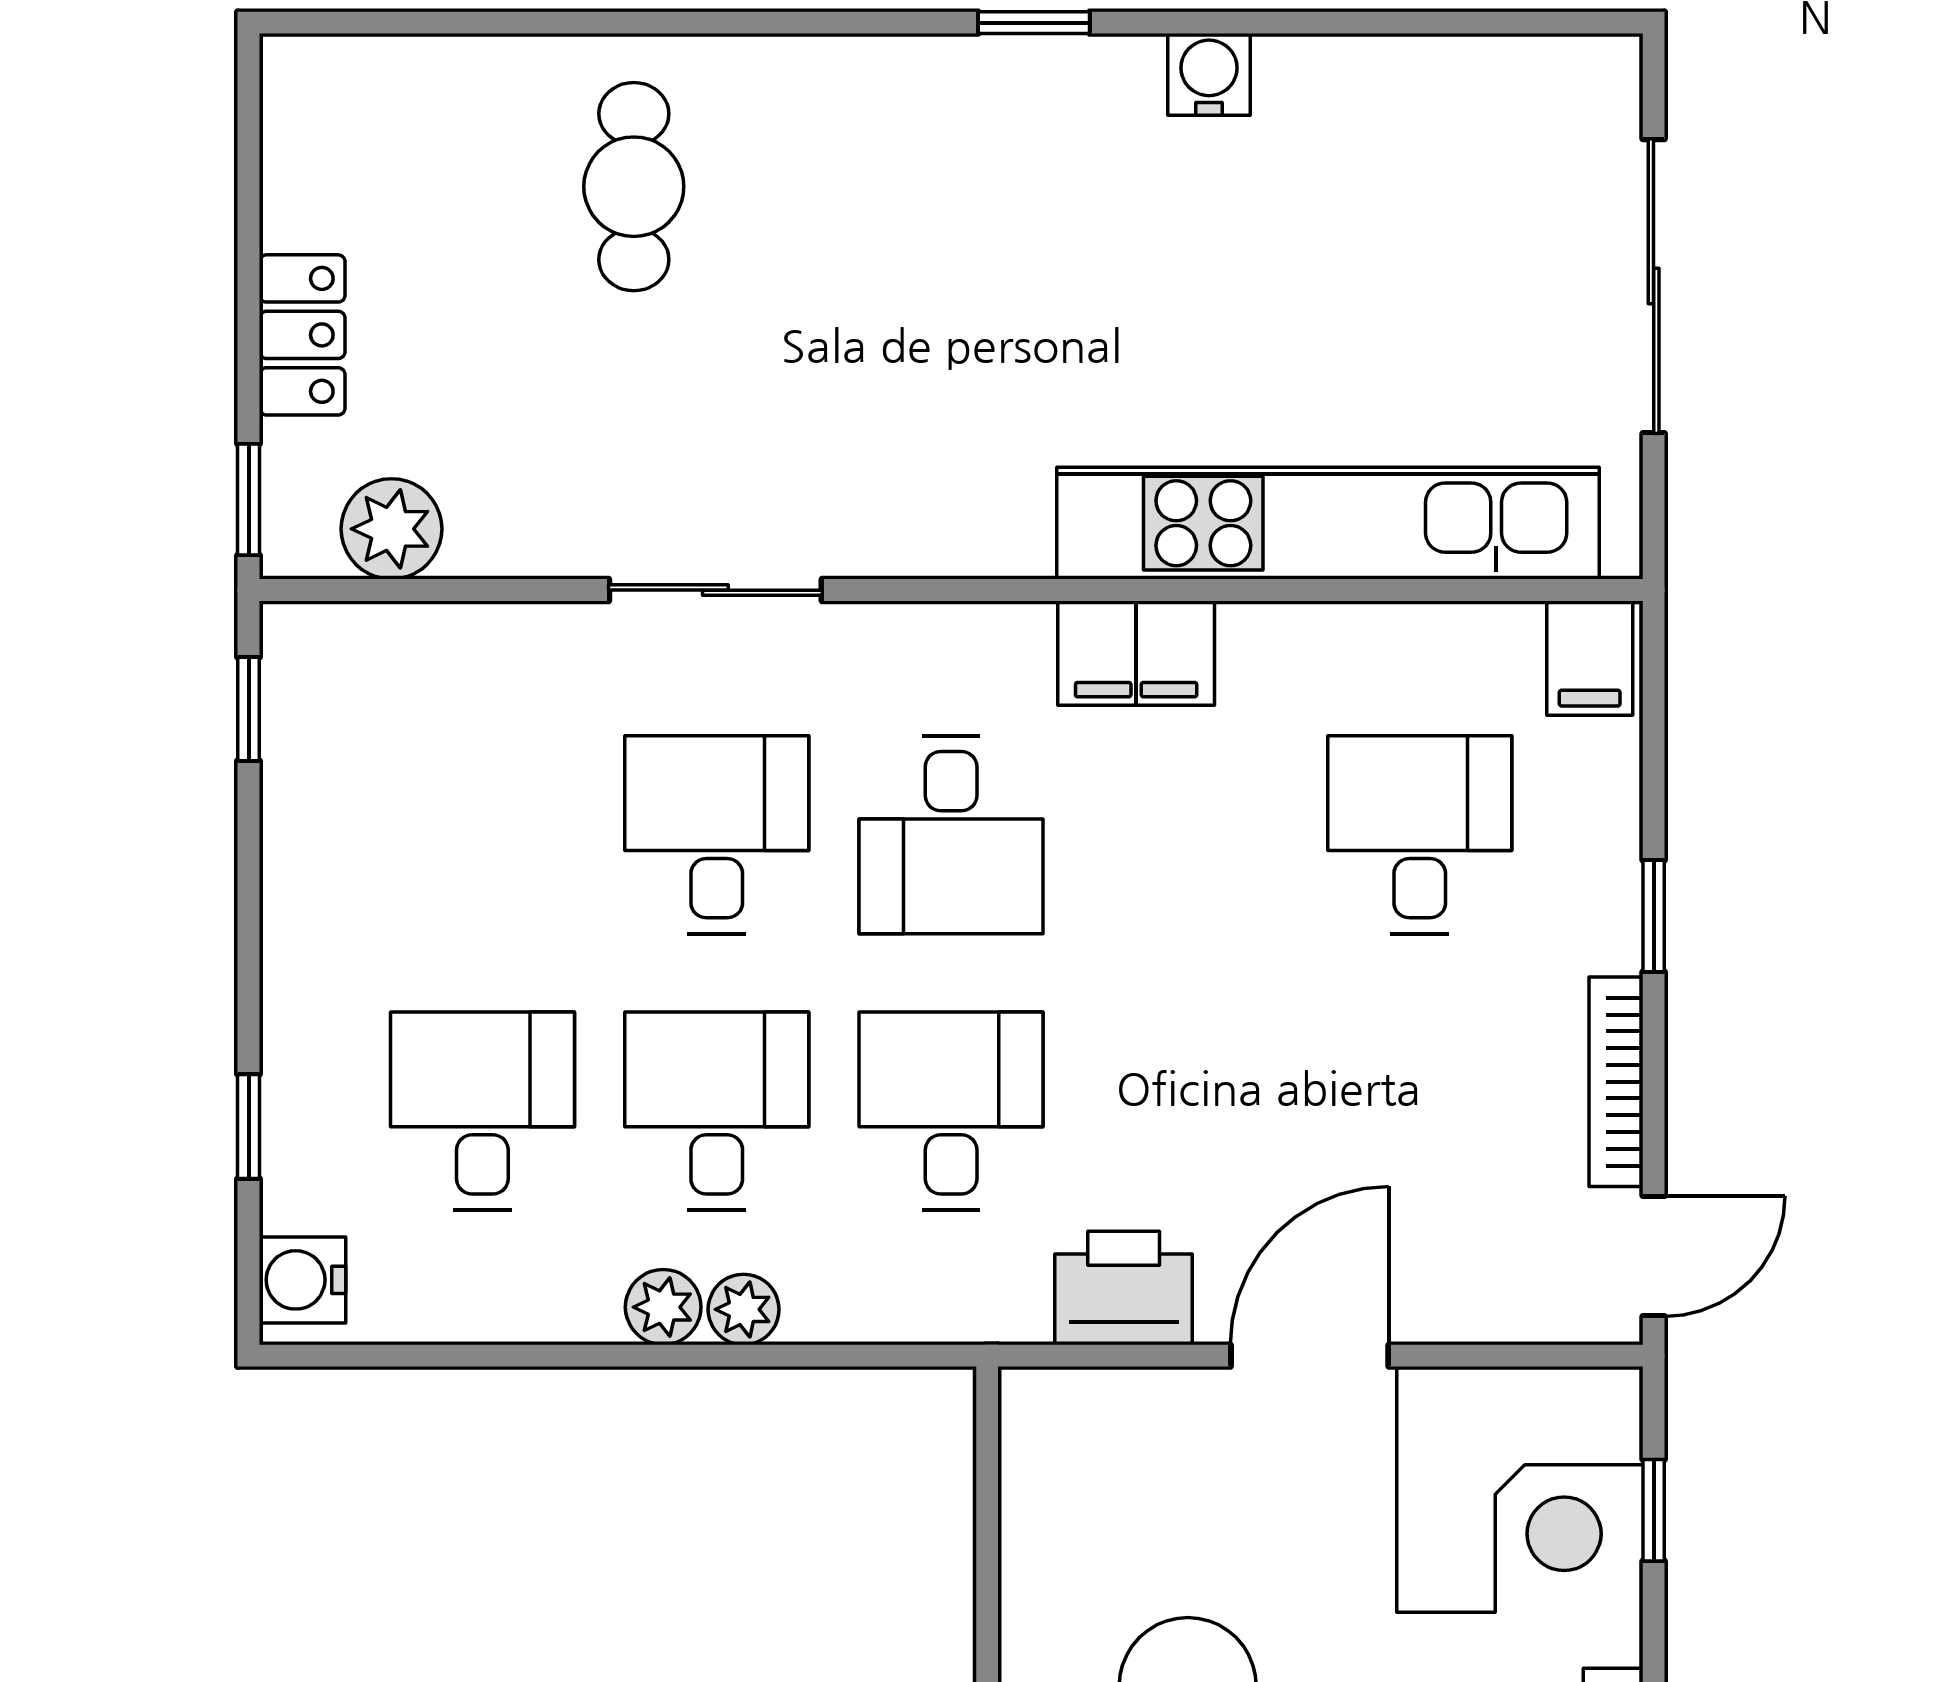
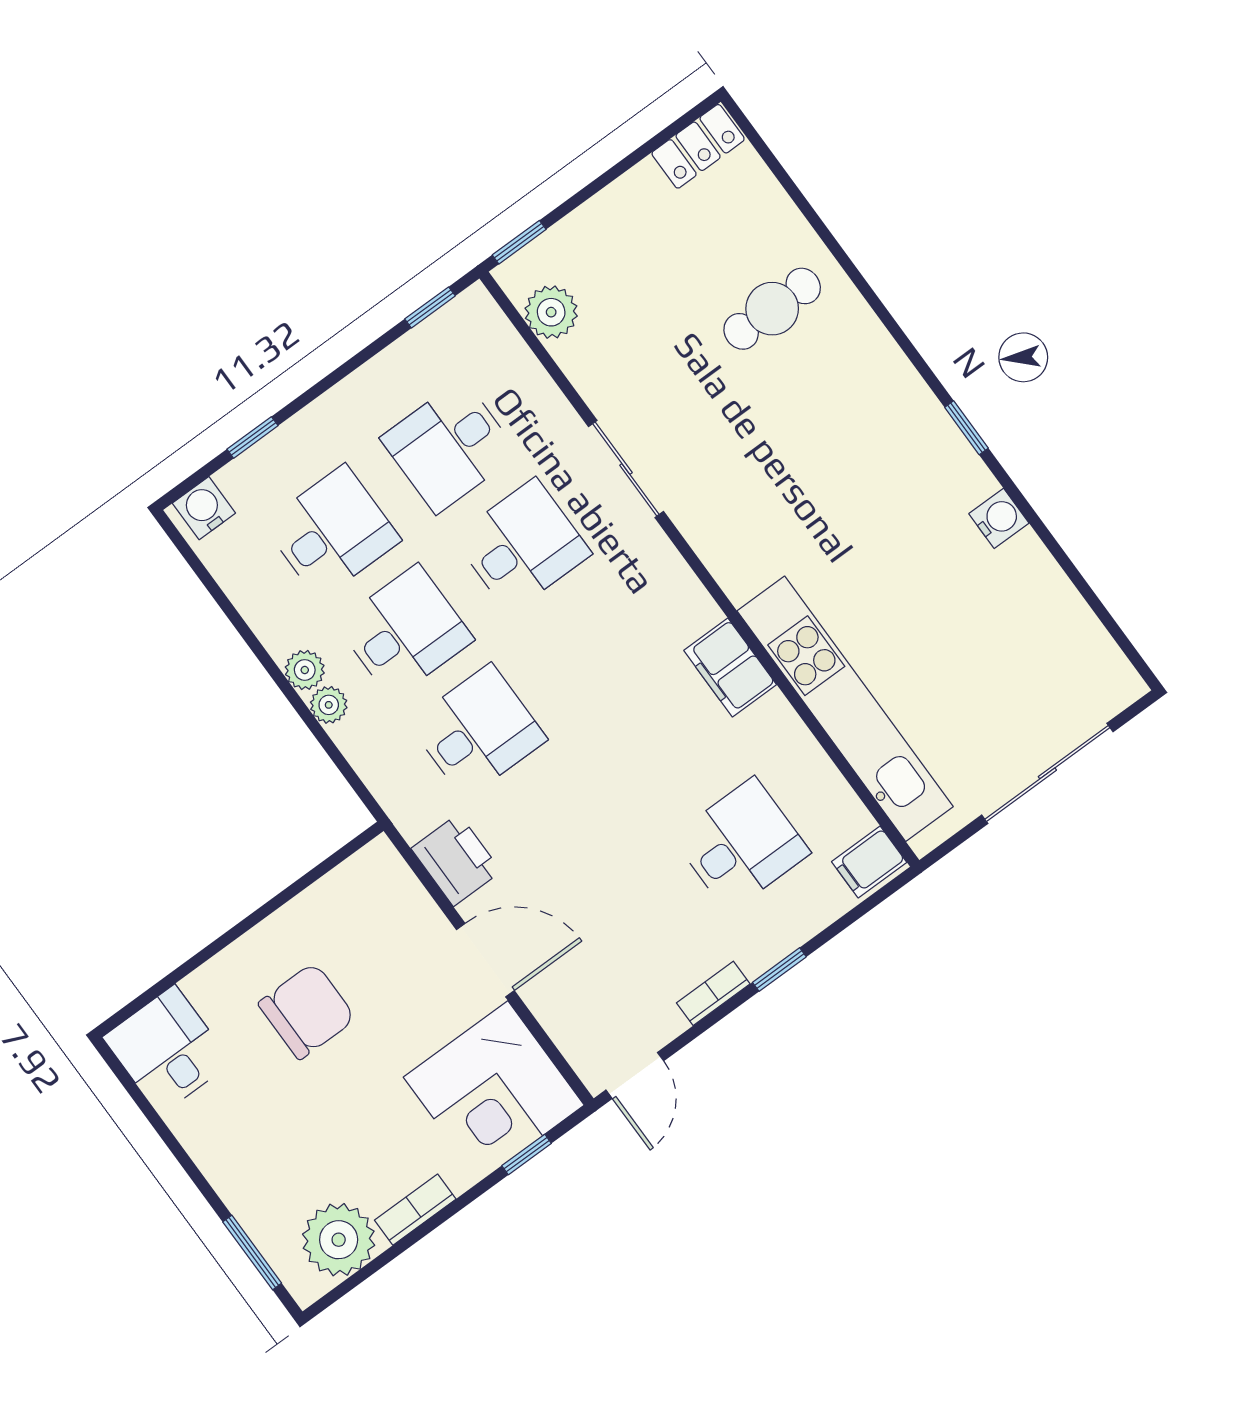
locker: (302, 335) -> (698, 146), moved
desk: (951, 835) -> (449, 446), moved
bookcase: (1616, 1082) -> (713, 993), width x0.64
door: (1654, 1256) -> (635, 1075), hinge flipped

